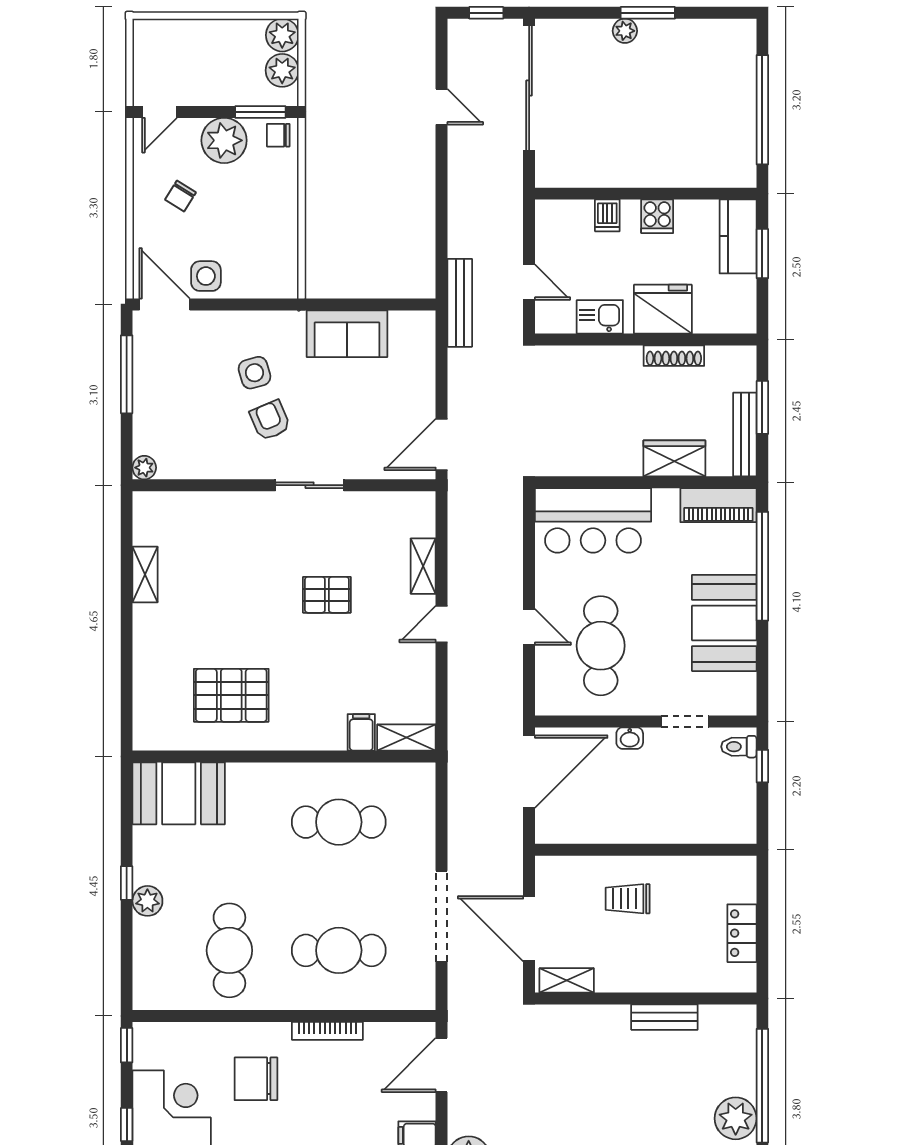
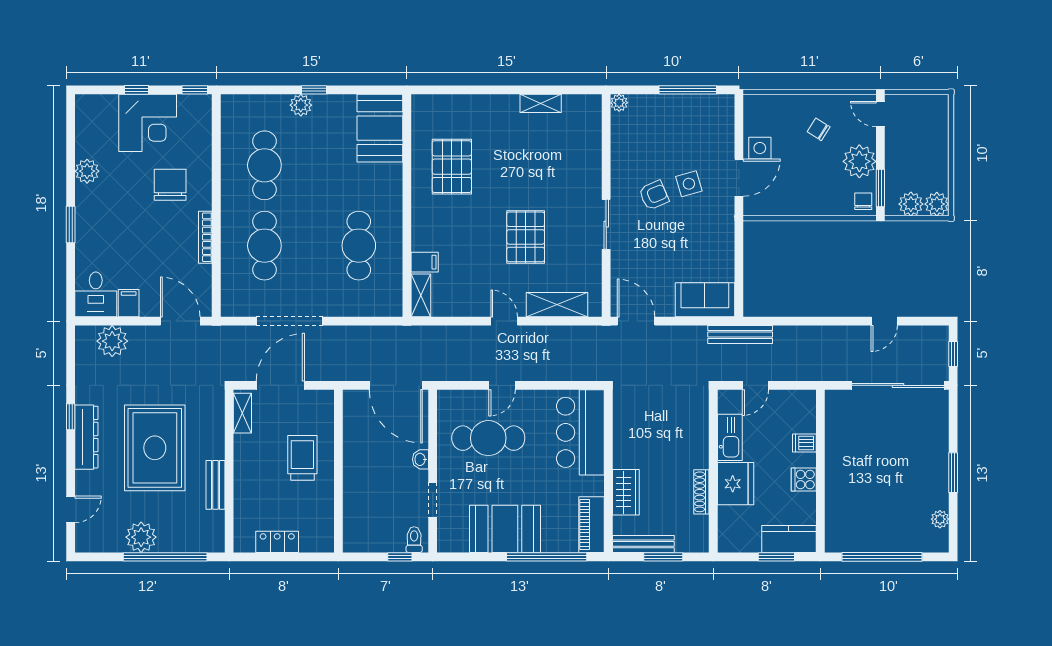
plant: (625, 31) -> (940, 519), moved
door: (165, 304) -> (739, 178), moved
kitchen sink: (600, 317) -> (730, 437), width x1.38
sofa: (347, 334) -> (705, 300), moved, turned 90
shelving: (423, 566) -> (557, 305), width x1.50, depth x1.33
pallet: (327, 595) -> (526, 237), width x1.50, depth x1.42
trolley: (628, 899) -> (302, 458), width x1.36, depth x1.39
cafe table: (229, 950) -> (264, 165), turned 90
rug: (614, 1100) -> (155, 448), added

